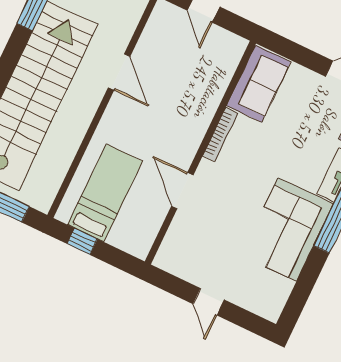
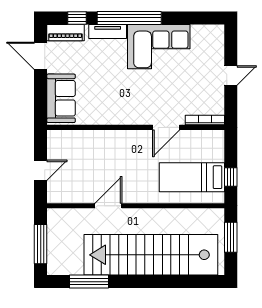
sofa: (259, 84) -> (61, 98), moved, turned 90
bookcase: (220, 134) -> (205, 120), moved

